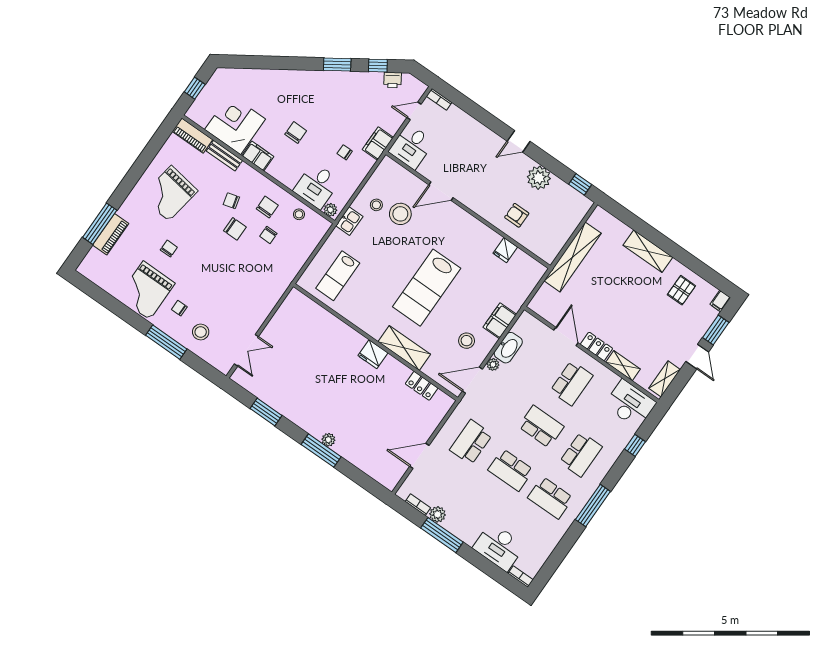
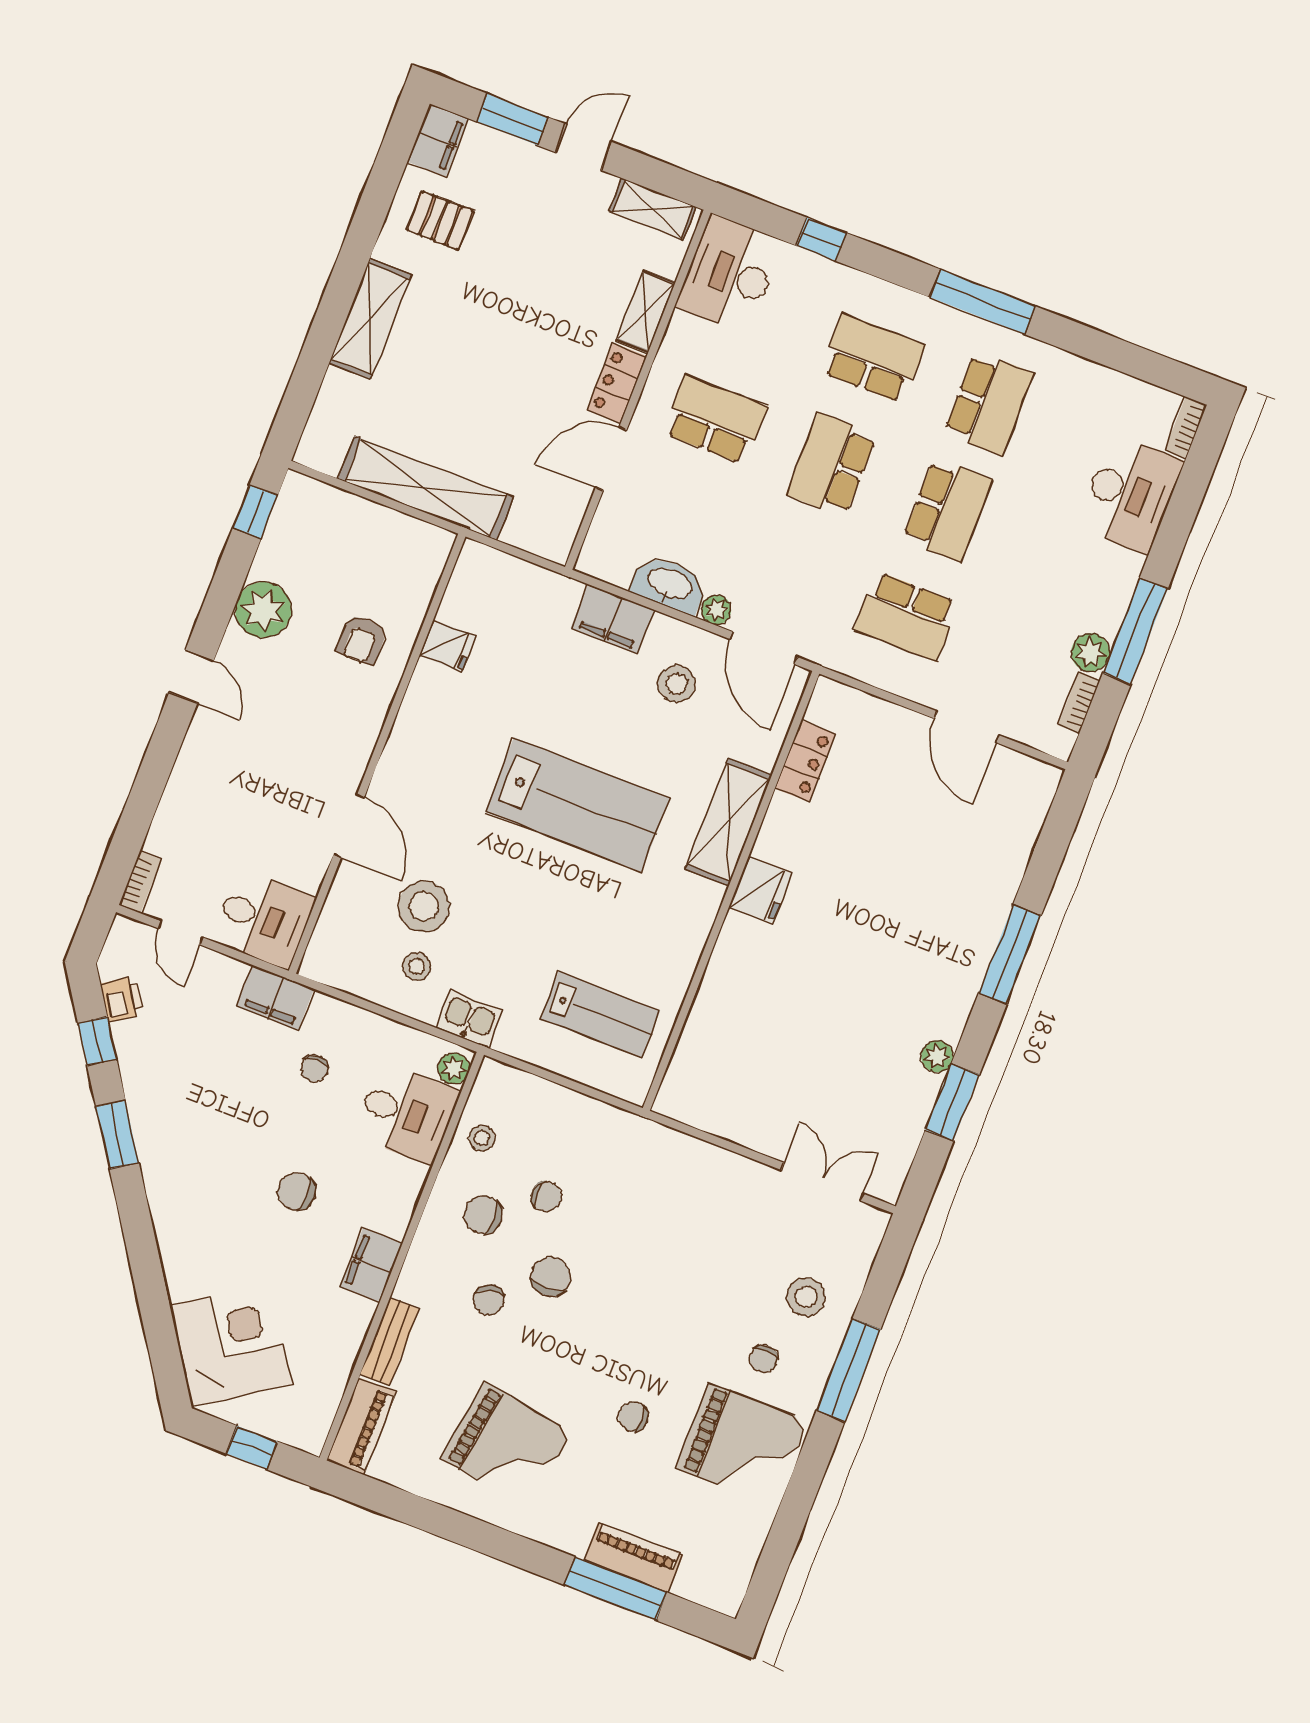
corner desk: (235, 124) -> (231, 1345), moved, turned 147
filing cabinet: (720, 301) -> (438, 140), width x2.00
plant: (328, 440) -> (937, 1056), moved

